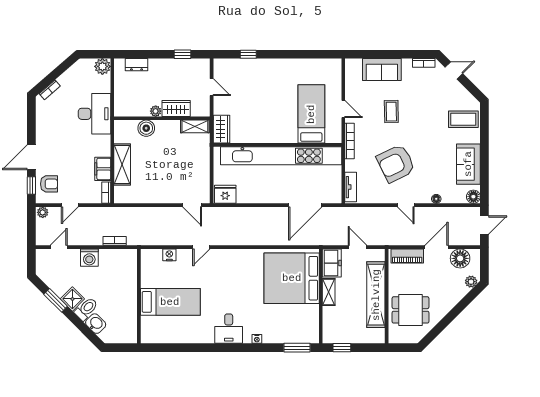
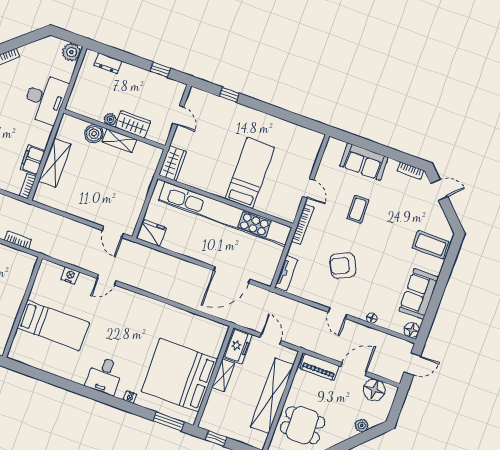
bed: (311, 114) -> (250, 173), moved
shelving: (195, 126) -> (119, 141), moved
armchair: (396, 163) -> (343, 266), width x0.73, depth x0.73
bed: (292, 278) -> (179, 375), moved
plant: (471, 282) -> (362, 426), moved

